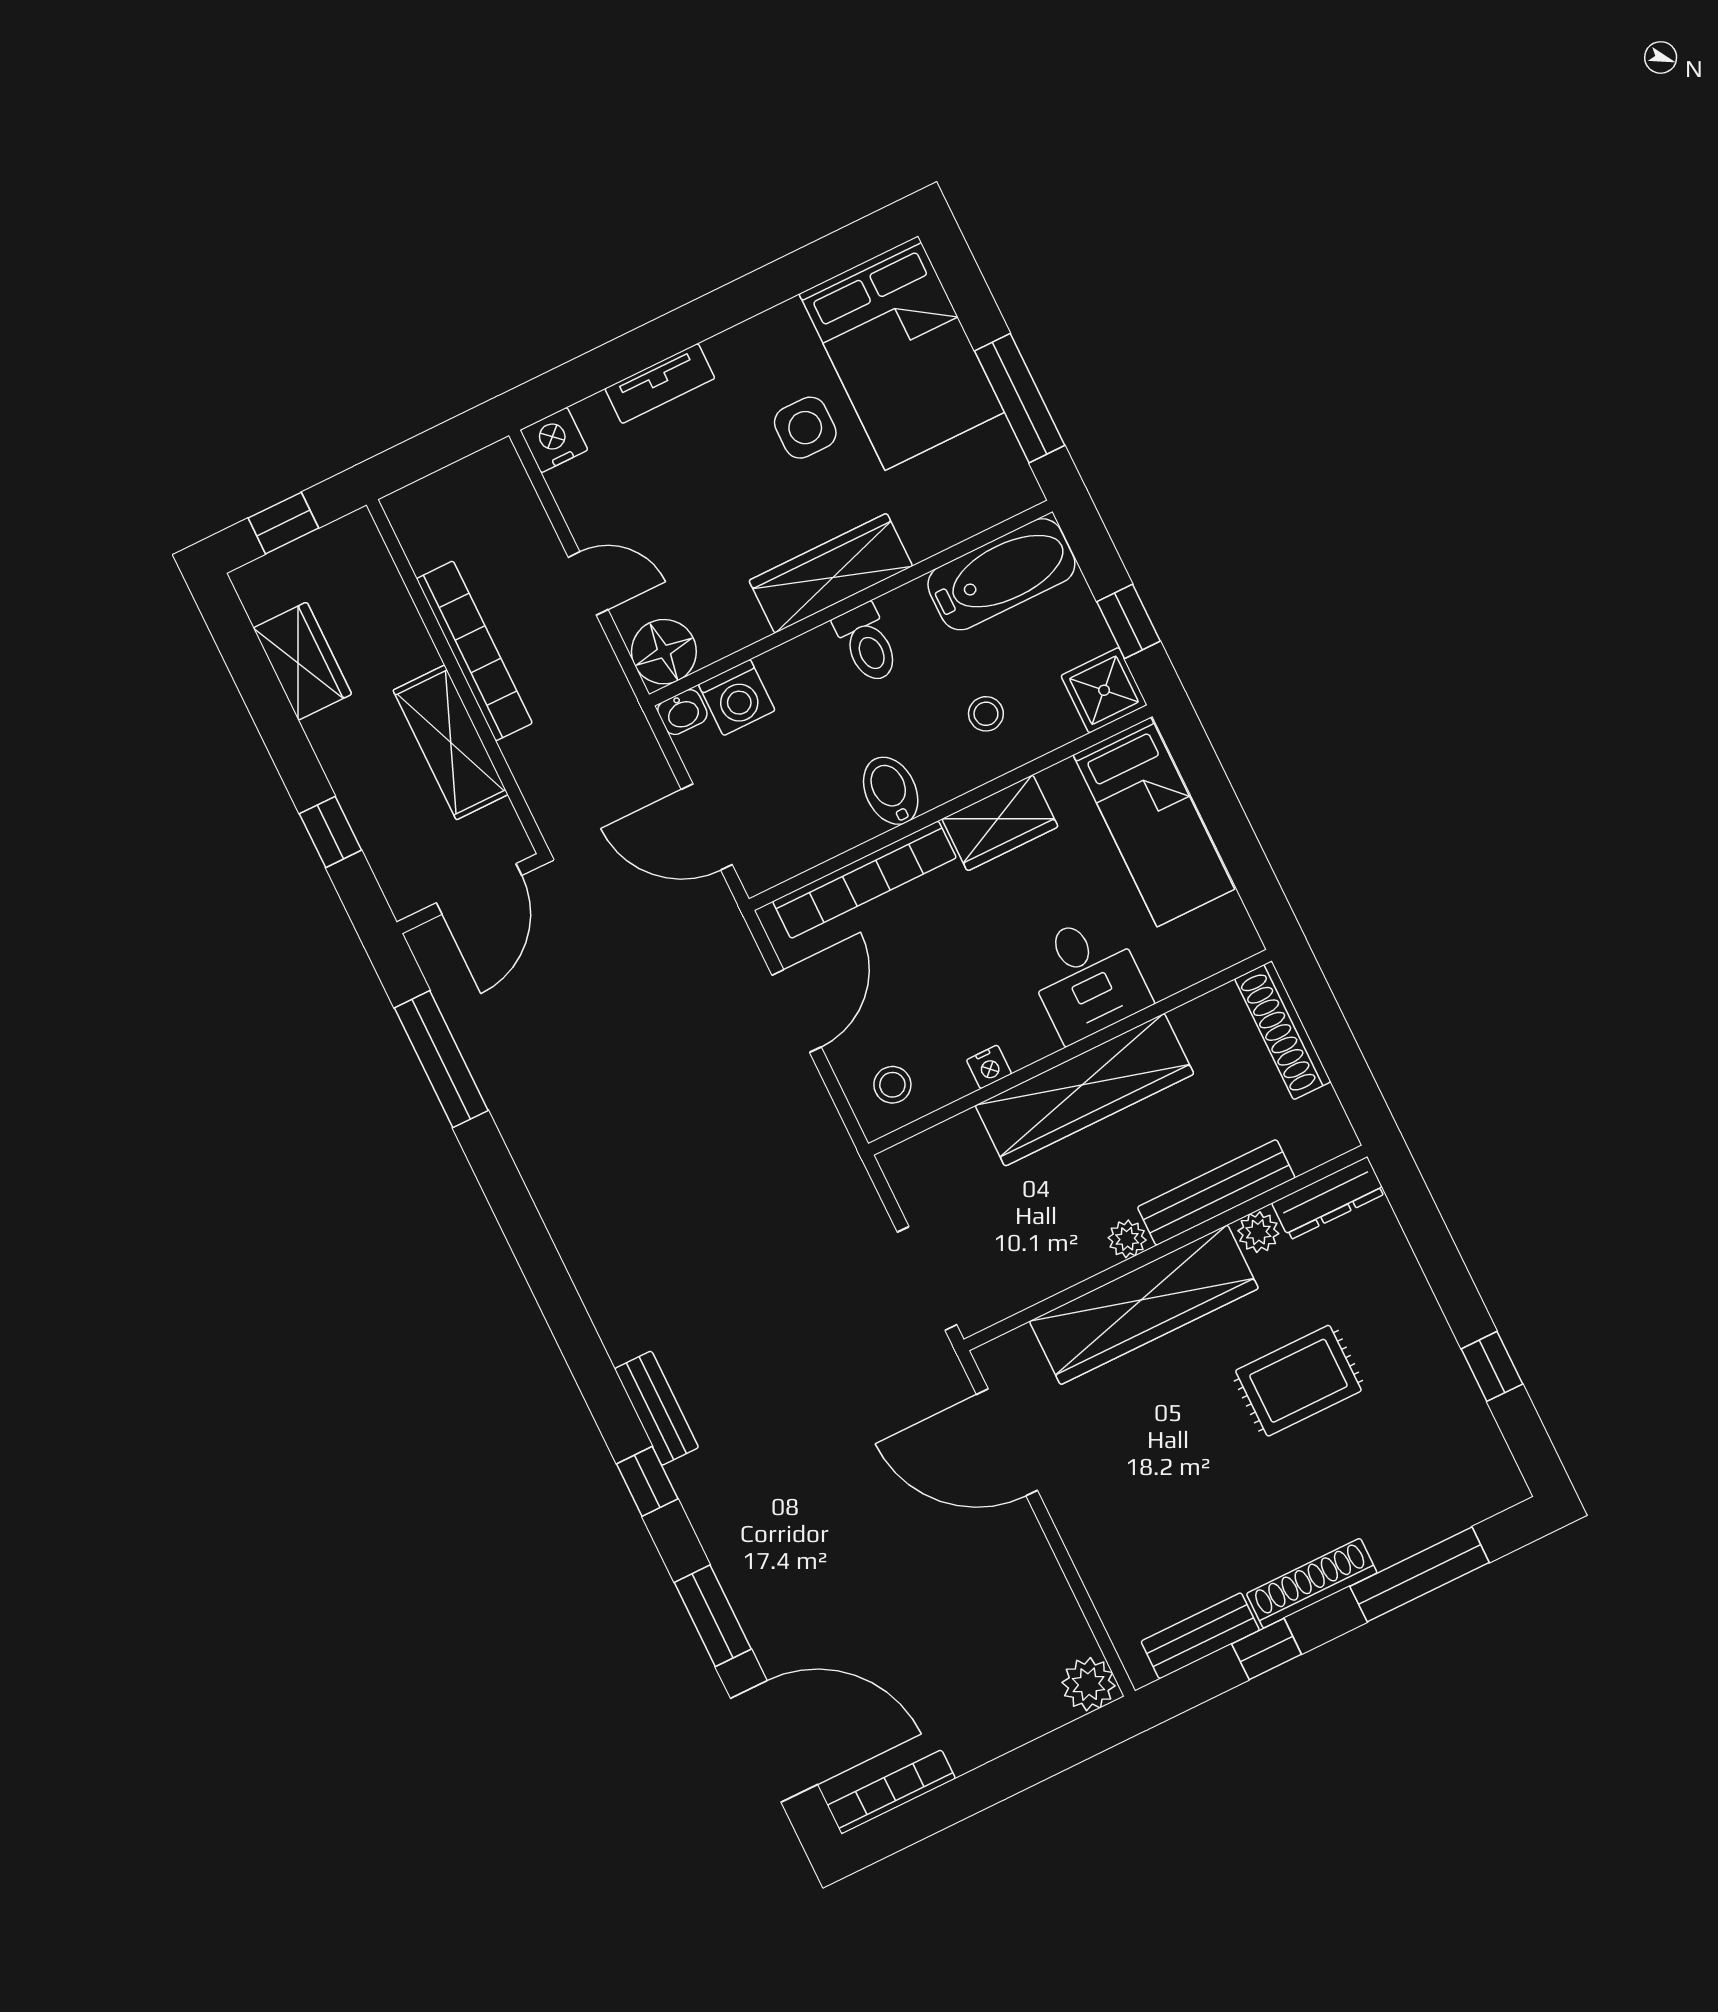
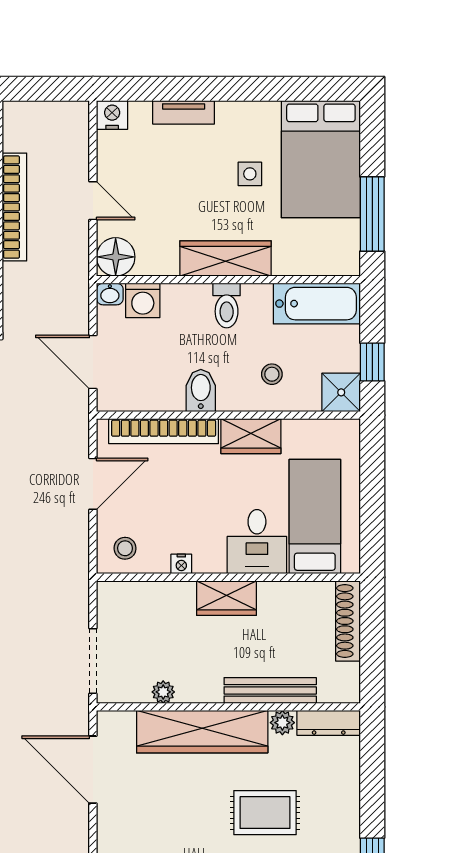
side table: (805, 428) -> (250, 174), width x0.73, depth x0.73
bed: (1154, 822) -> (315, 517), moved, turned 180
wardrobe: (1085, 1090) -> (227, 598), width x0.48, depth x0.85
plant: (1127, 1239) -> (163, 692), moved

